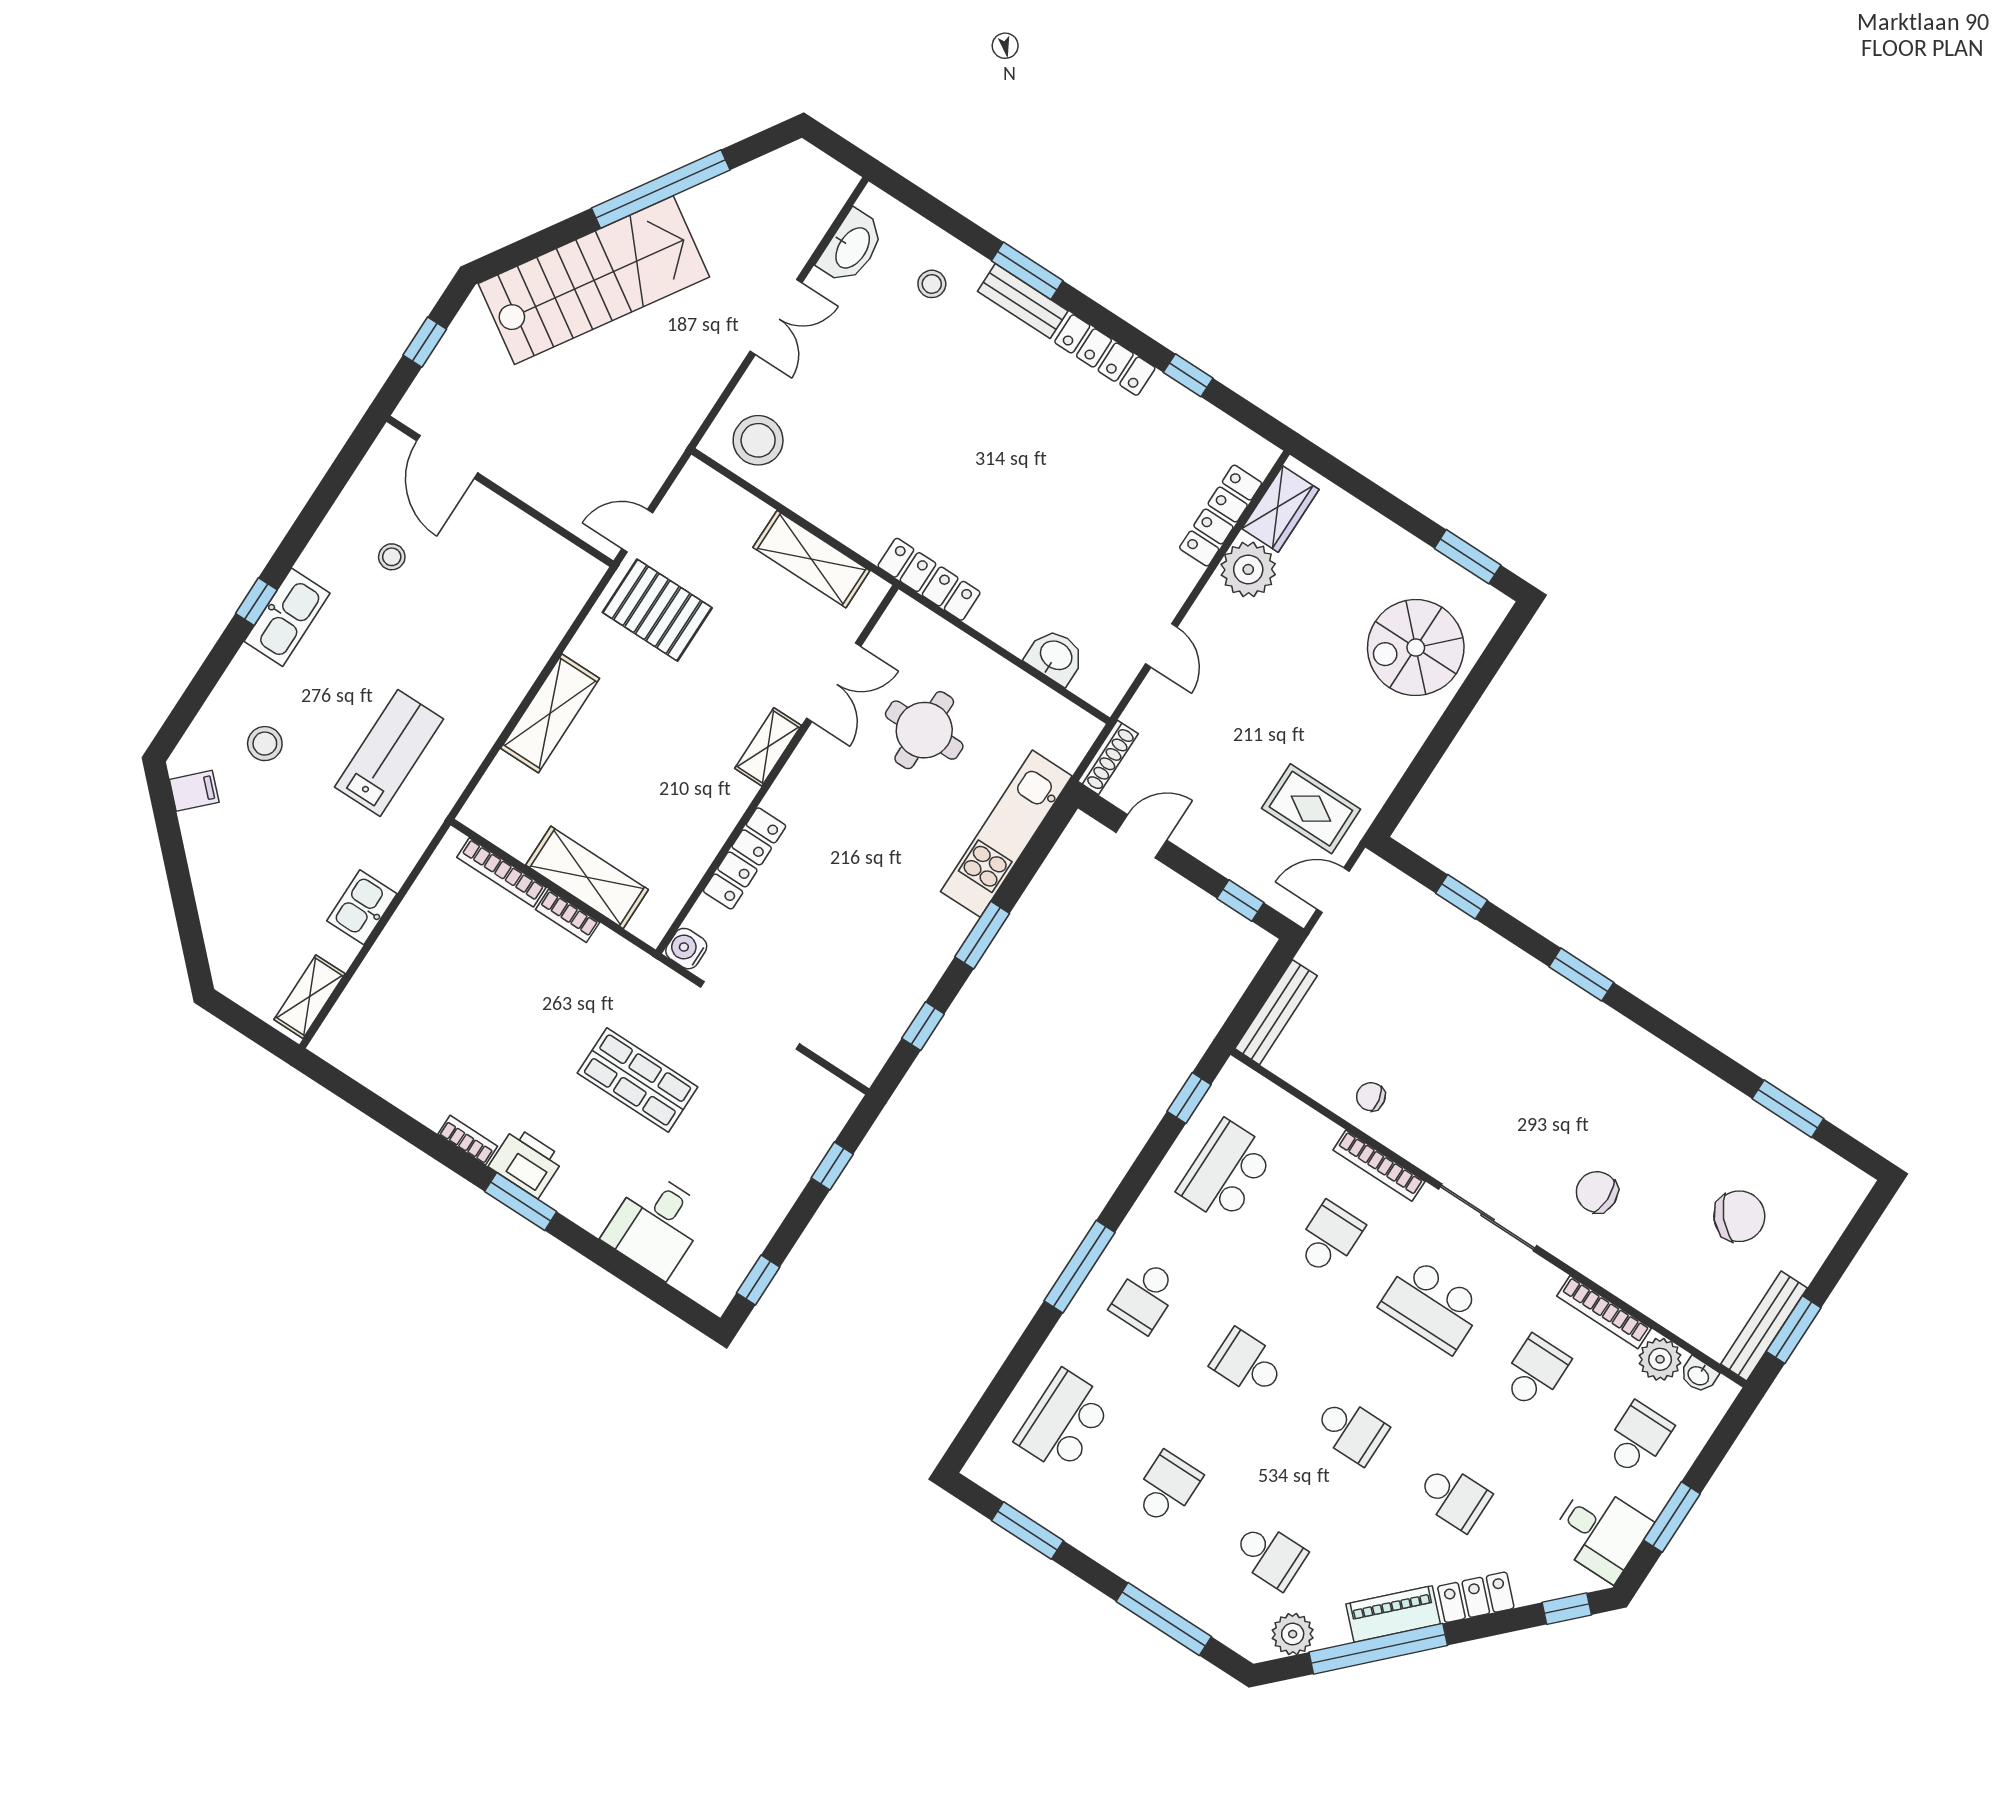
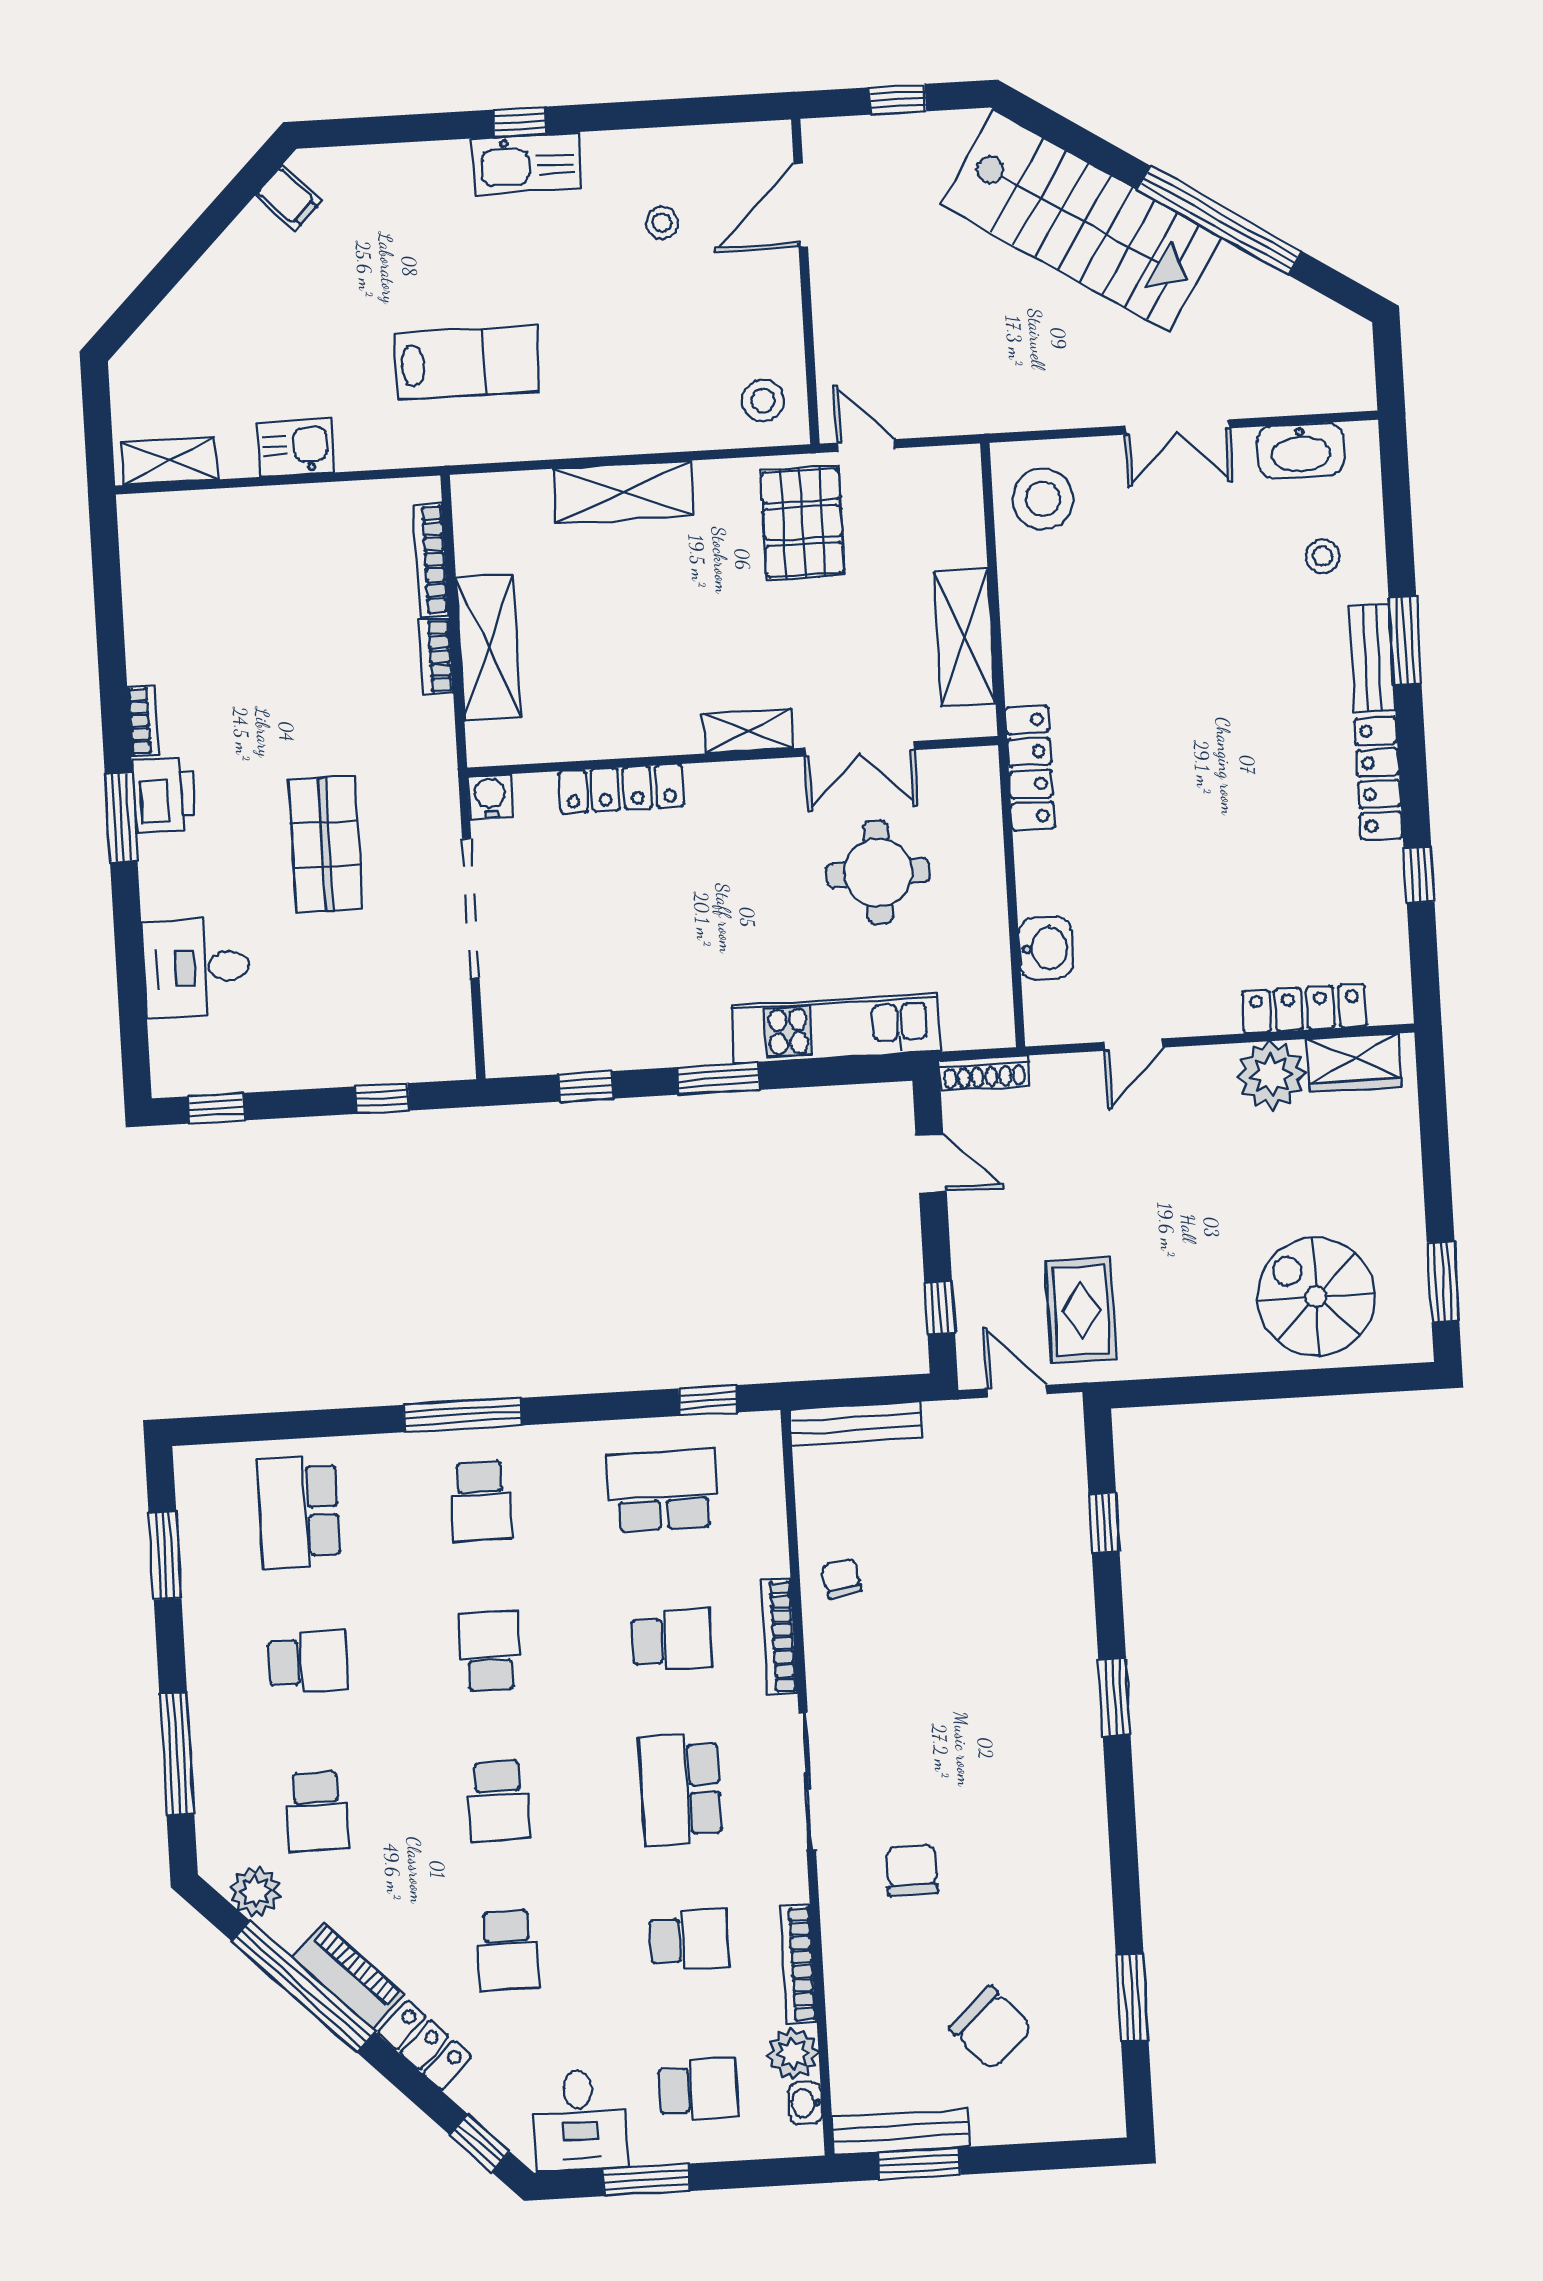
stool: (265, 744) -> (763, 401), moved
school desk: (1145, 1296) -> (481, 1501), turned -90
school desk: (1064, 1421) -> (299, 1512), turned -90

